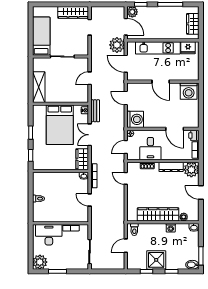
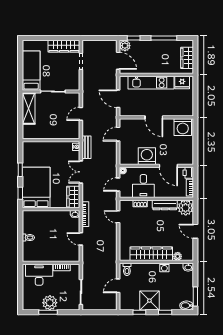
plant: (117, 45) -> (109, 80), removed
shelving: (39, 87) -> (29, 109), moved
door: (126, 98) -> (118, 134), hinge flipped
washing machine: (135, 119) -> (147, 156), moved, turned -90
bed: (60, 125) -> (36, 188), moved, turned 180
plant: (40, 262) -> (50, 303), moved

